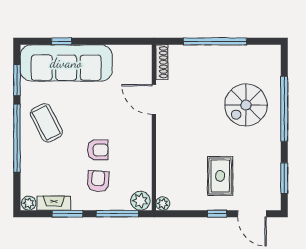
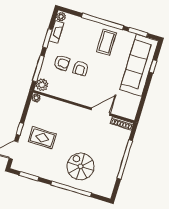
coffee table: (46, 123) -> (106, 42), turned -63

